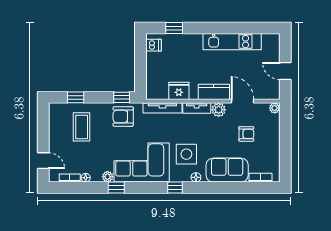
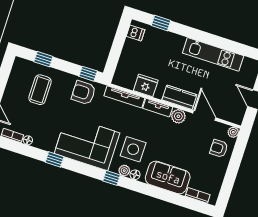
armchair: (246, 134) -> (219, 148), moved, turned 180
plant: (108, 177) -> (124, 171), moved

